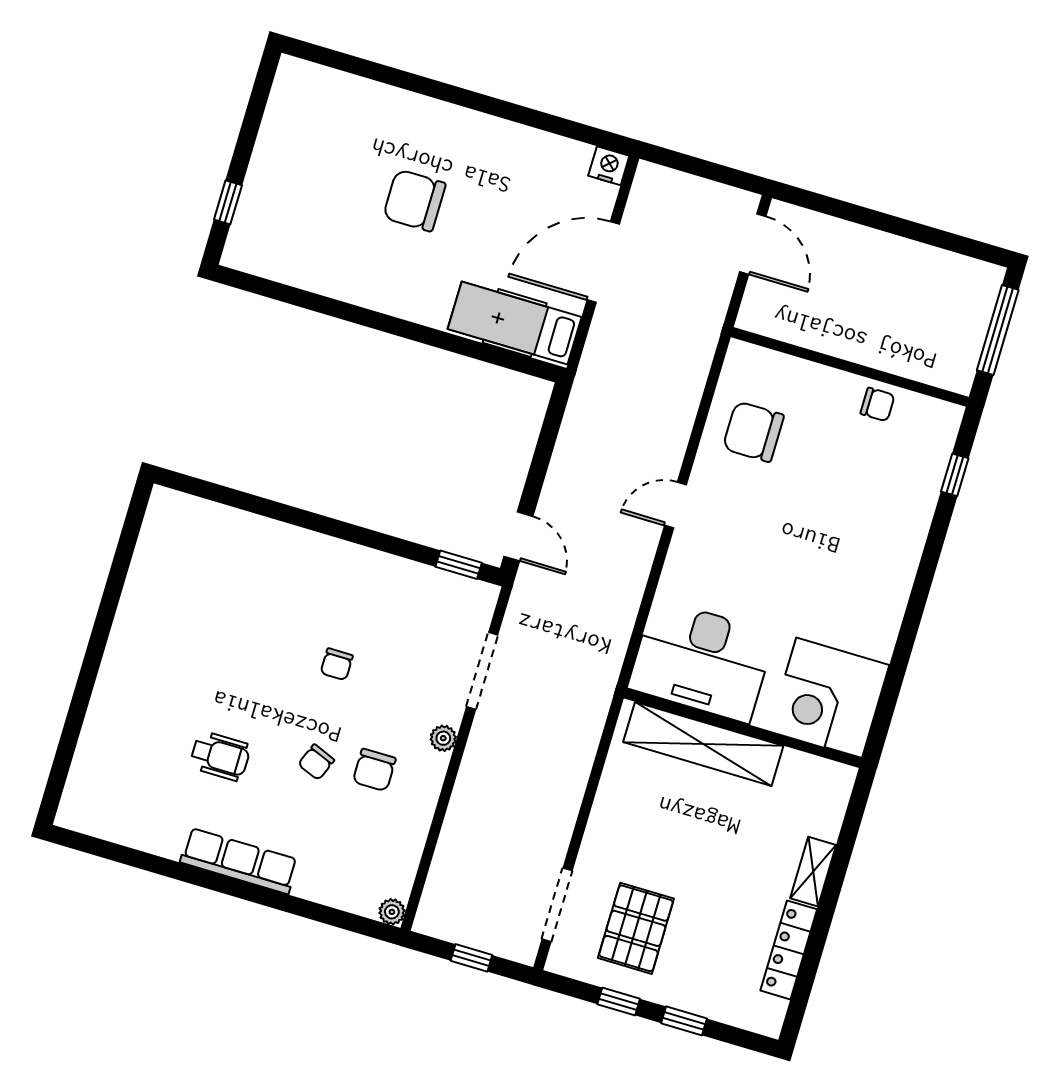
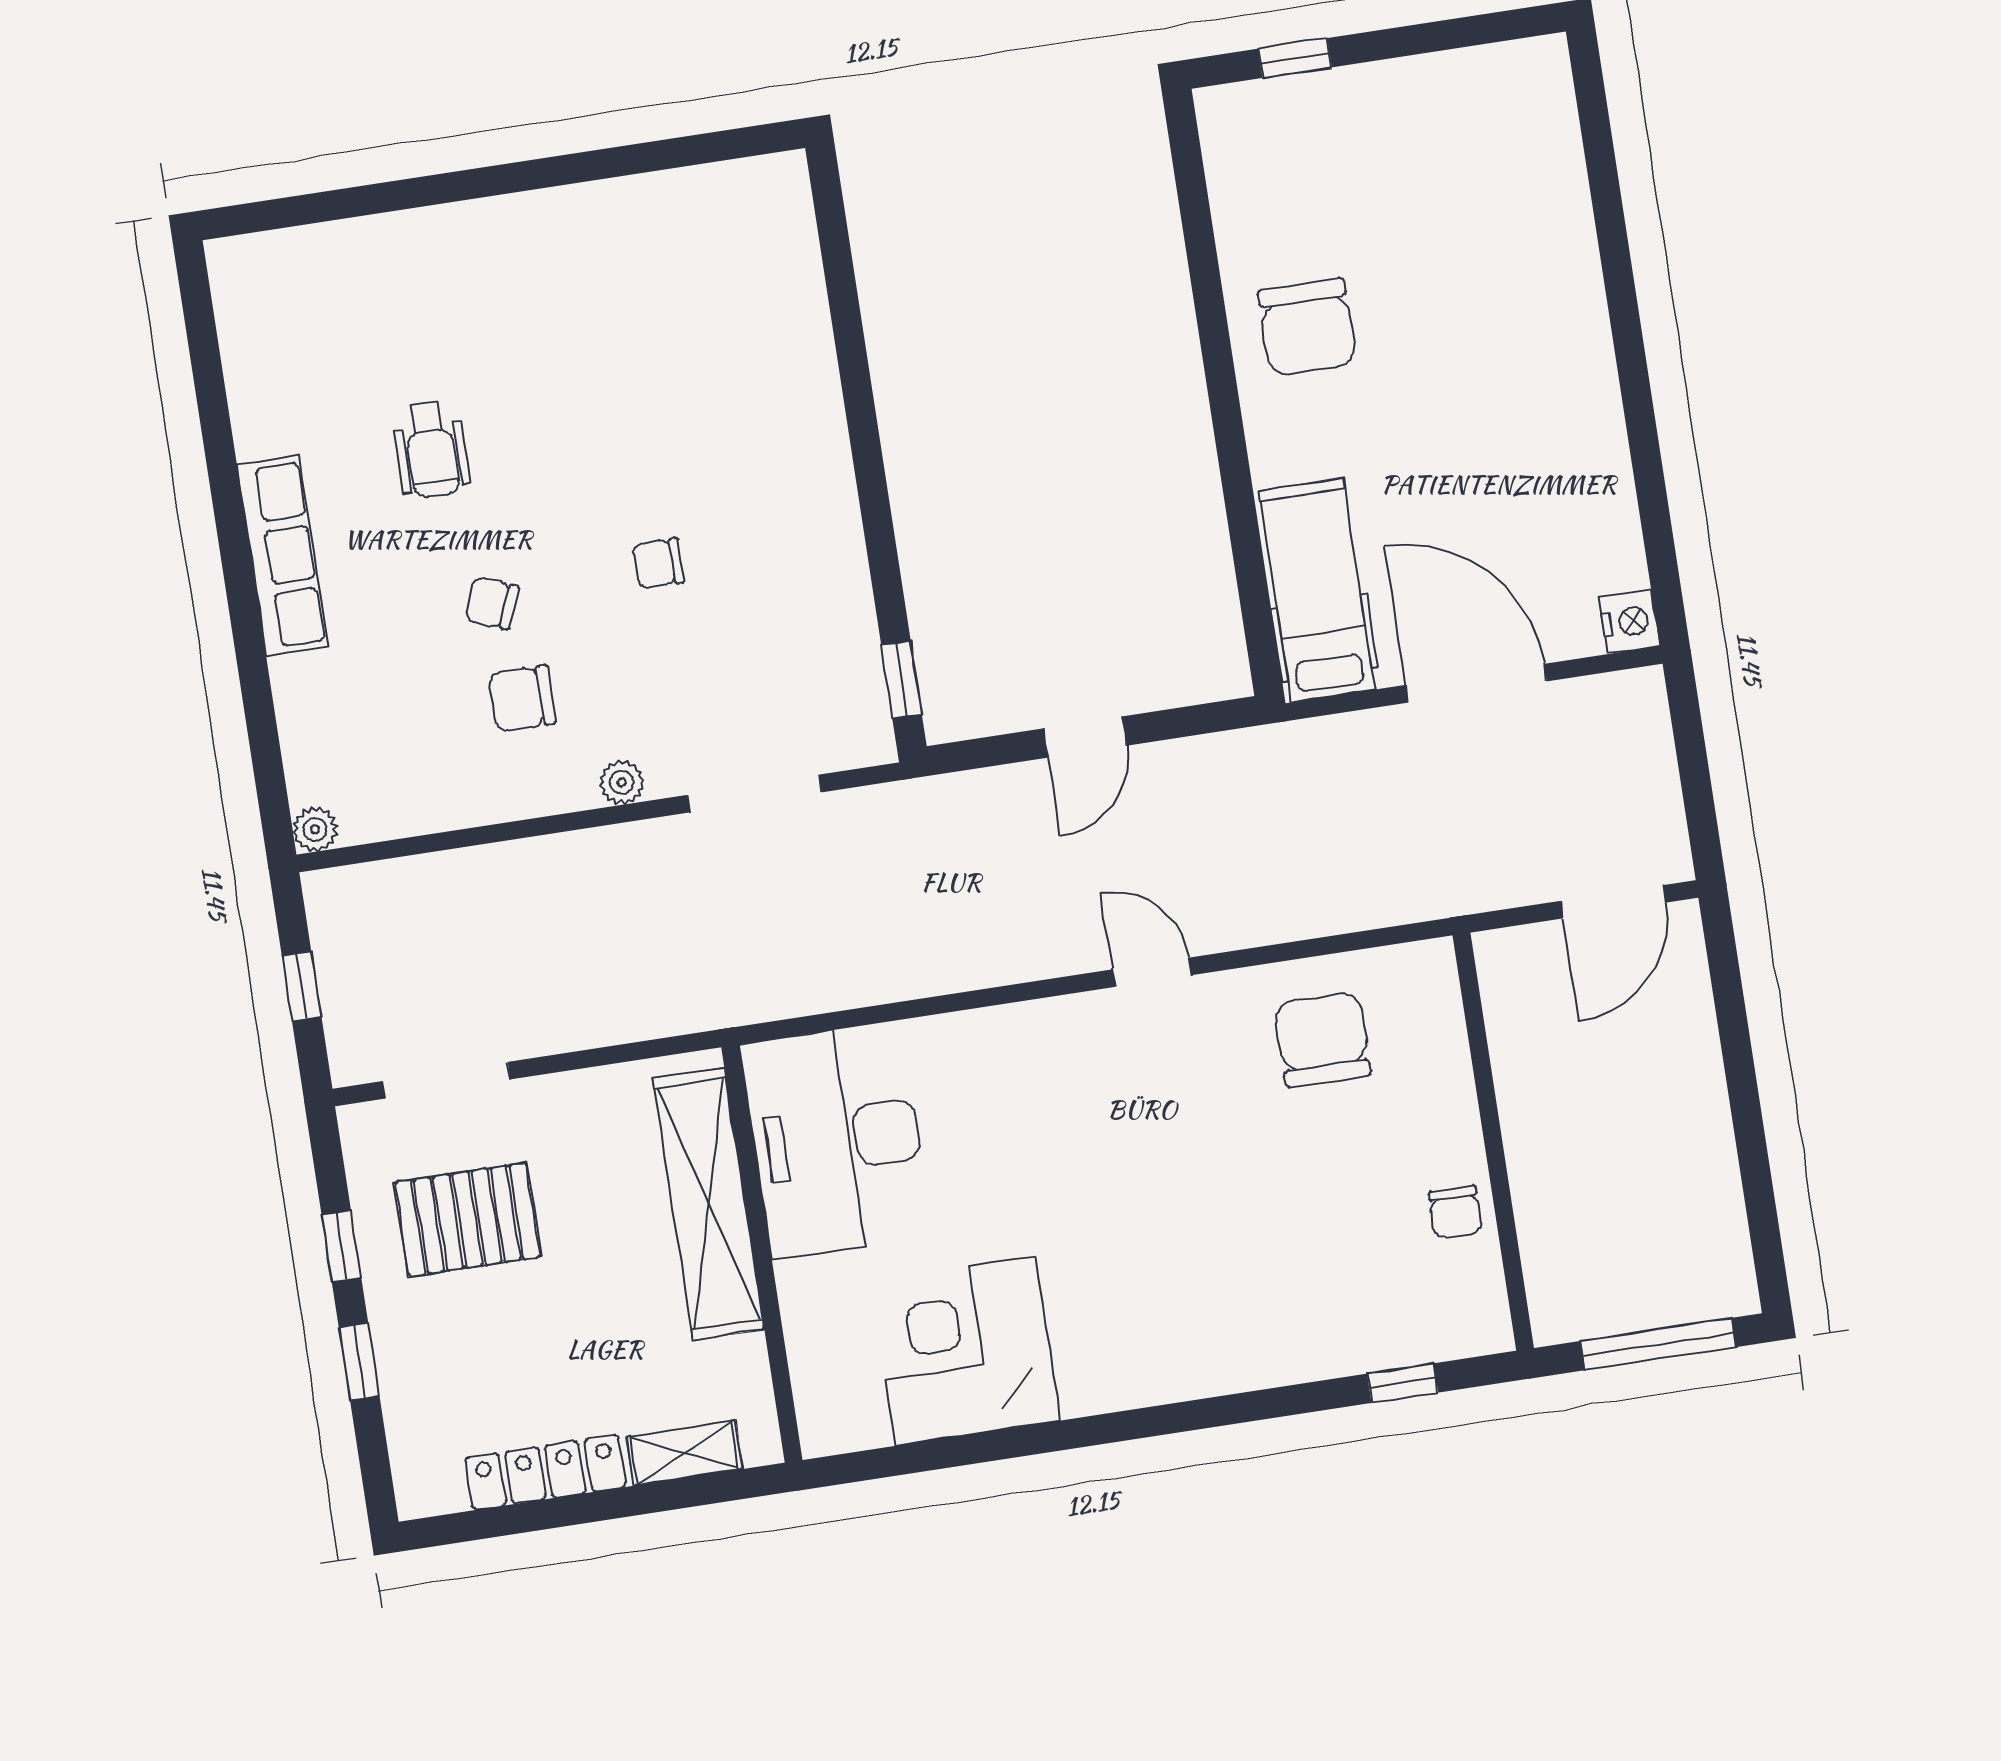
chair: (414, 200) -> (1307, 327), moved, turned 180
door: (518, 536) -> (1085, 737), moved
desk: (701, 661) -> (836, 1140), moved
wall: (743, 728) -> (762, 1254), moved
shelving: (703, 744) -> (709, 1204), moved

